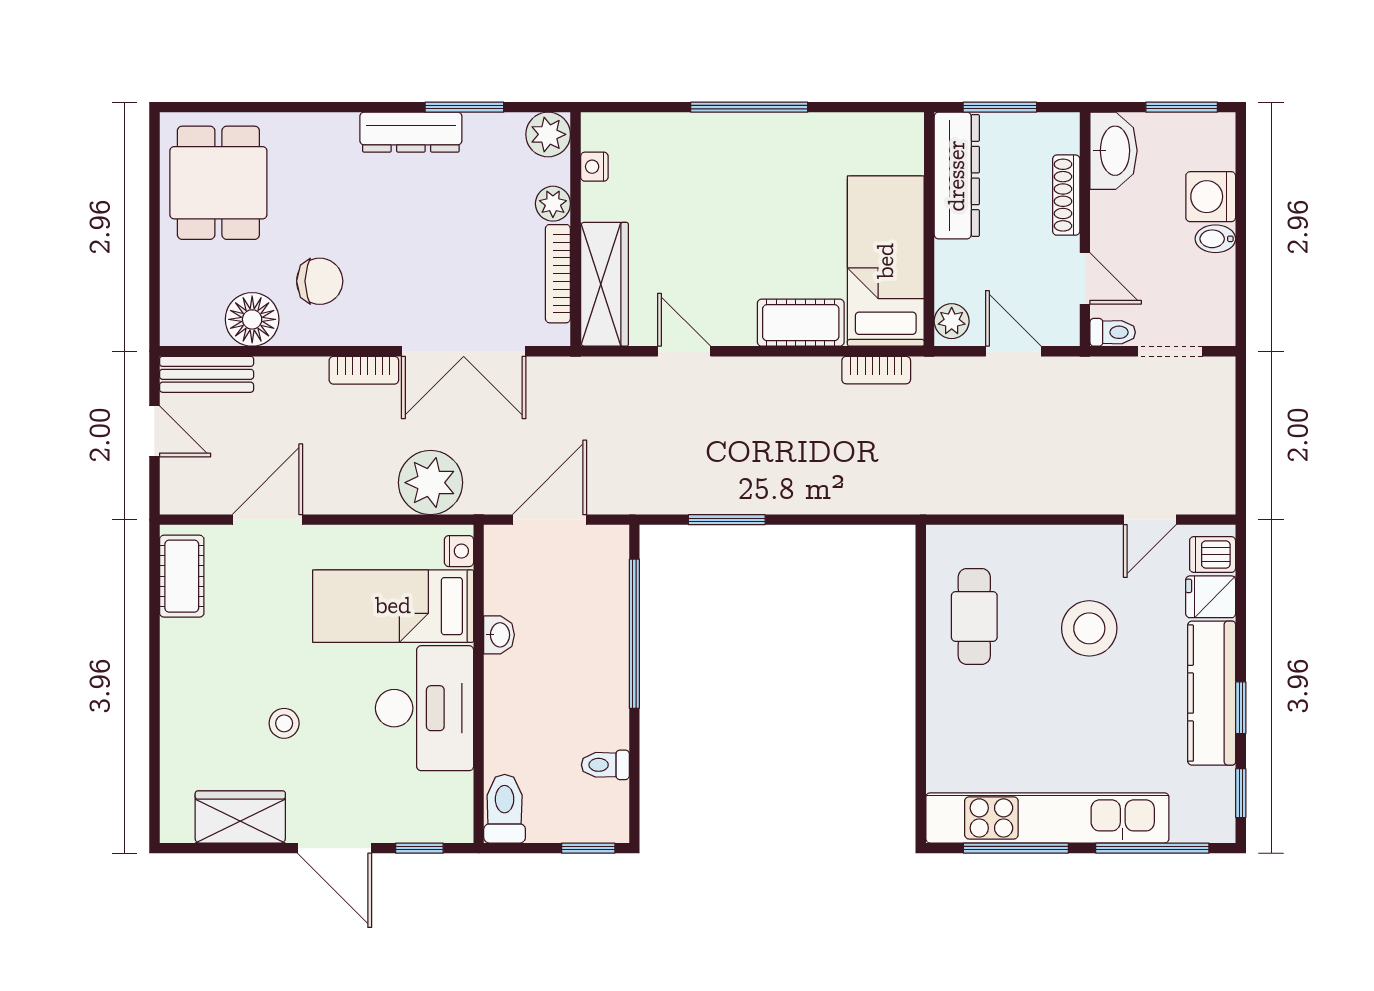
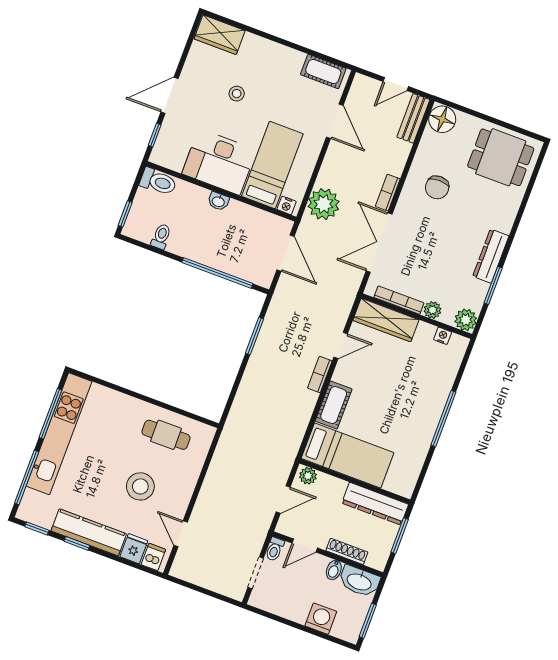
bidet: (1215, 239) -> (334, 570), moved, turned 180
floor lamp: (252, 319) -> (442, 119), moved
bookcase: (876, 370) -> (320, 374), moved
washbasin: (499, 635) -> (218, 201), moved
wardrobe: (240, 817) -> (220, 35), moved, turned 90

